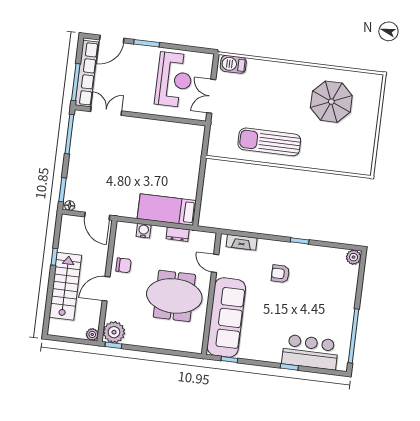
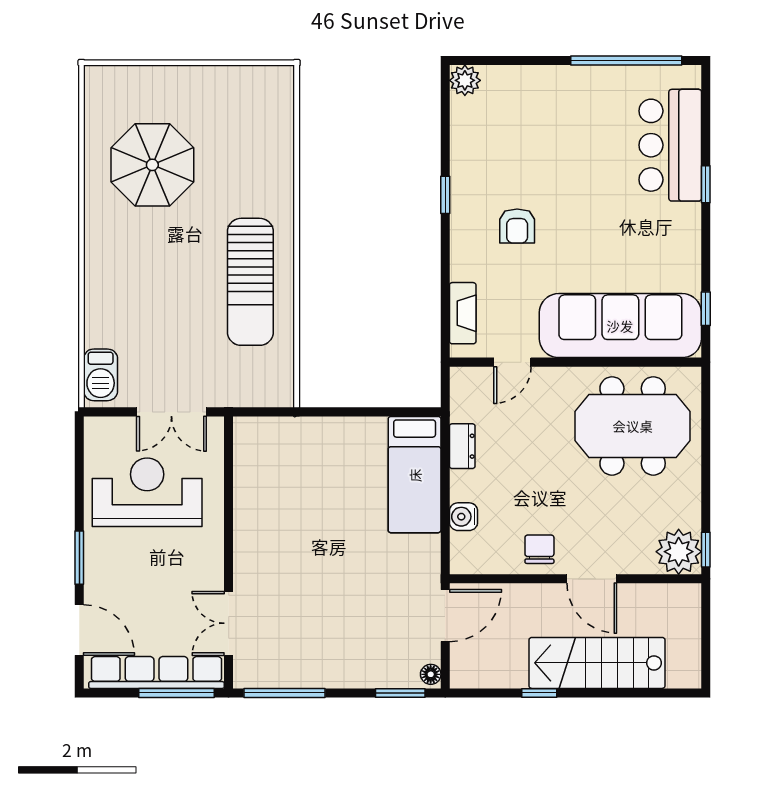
meeting table: (174, 296) -> (633, 426), moved, turned 90
plant: (92, 334) -> (689, 596), removed

